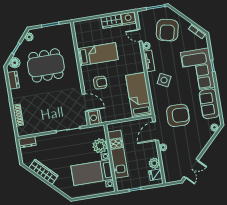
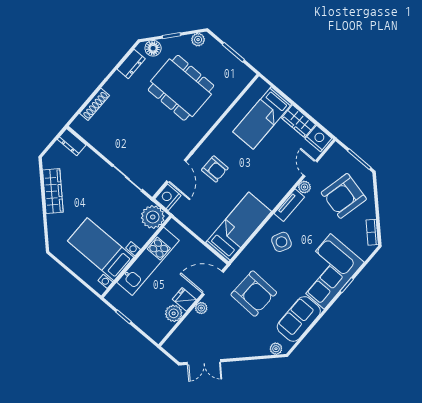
bed: (98, 54) -> (262, 118), moved, turned 90
plant: (100, 146) -> (153, 217), moved
fridge: (156, 175) -> (184, 299), moved

